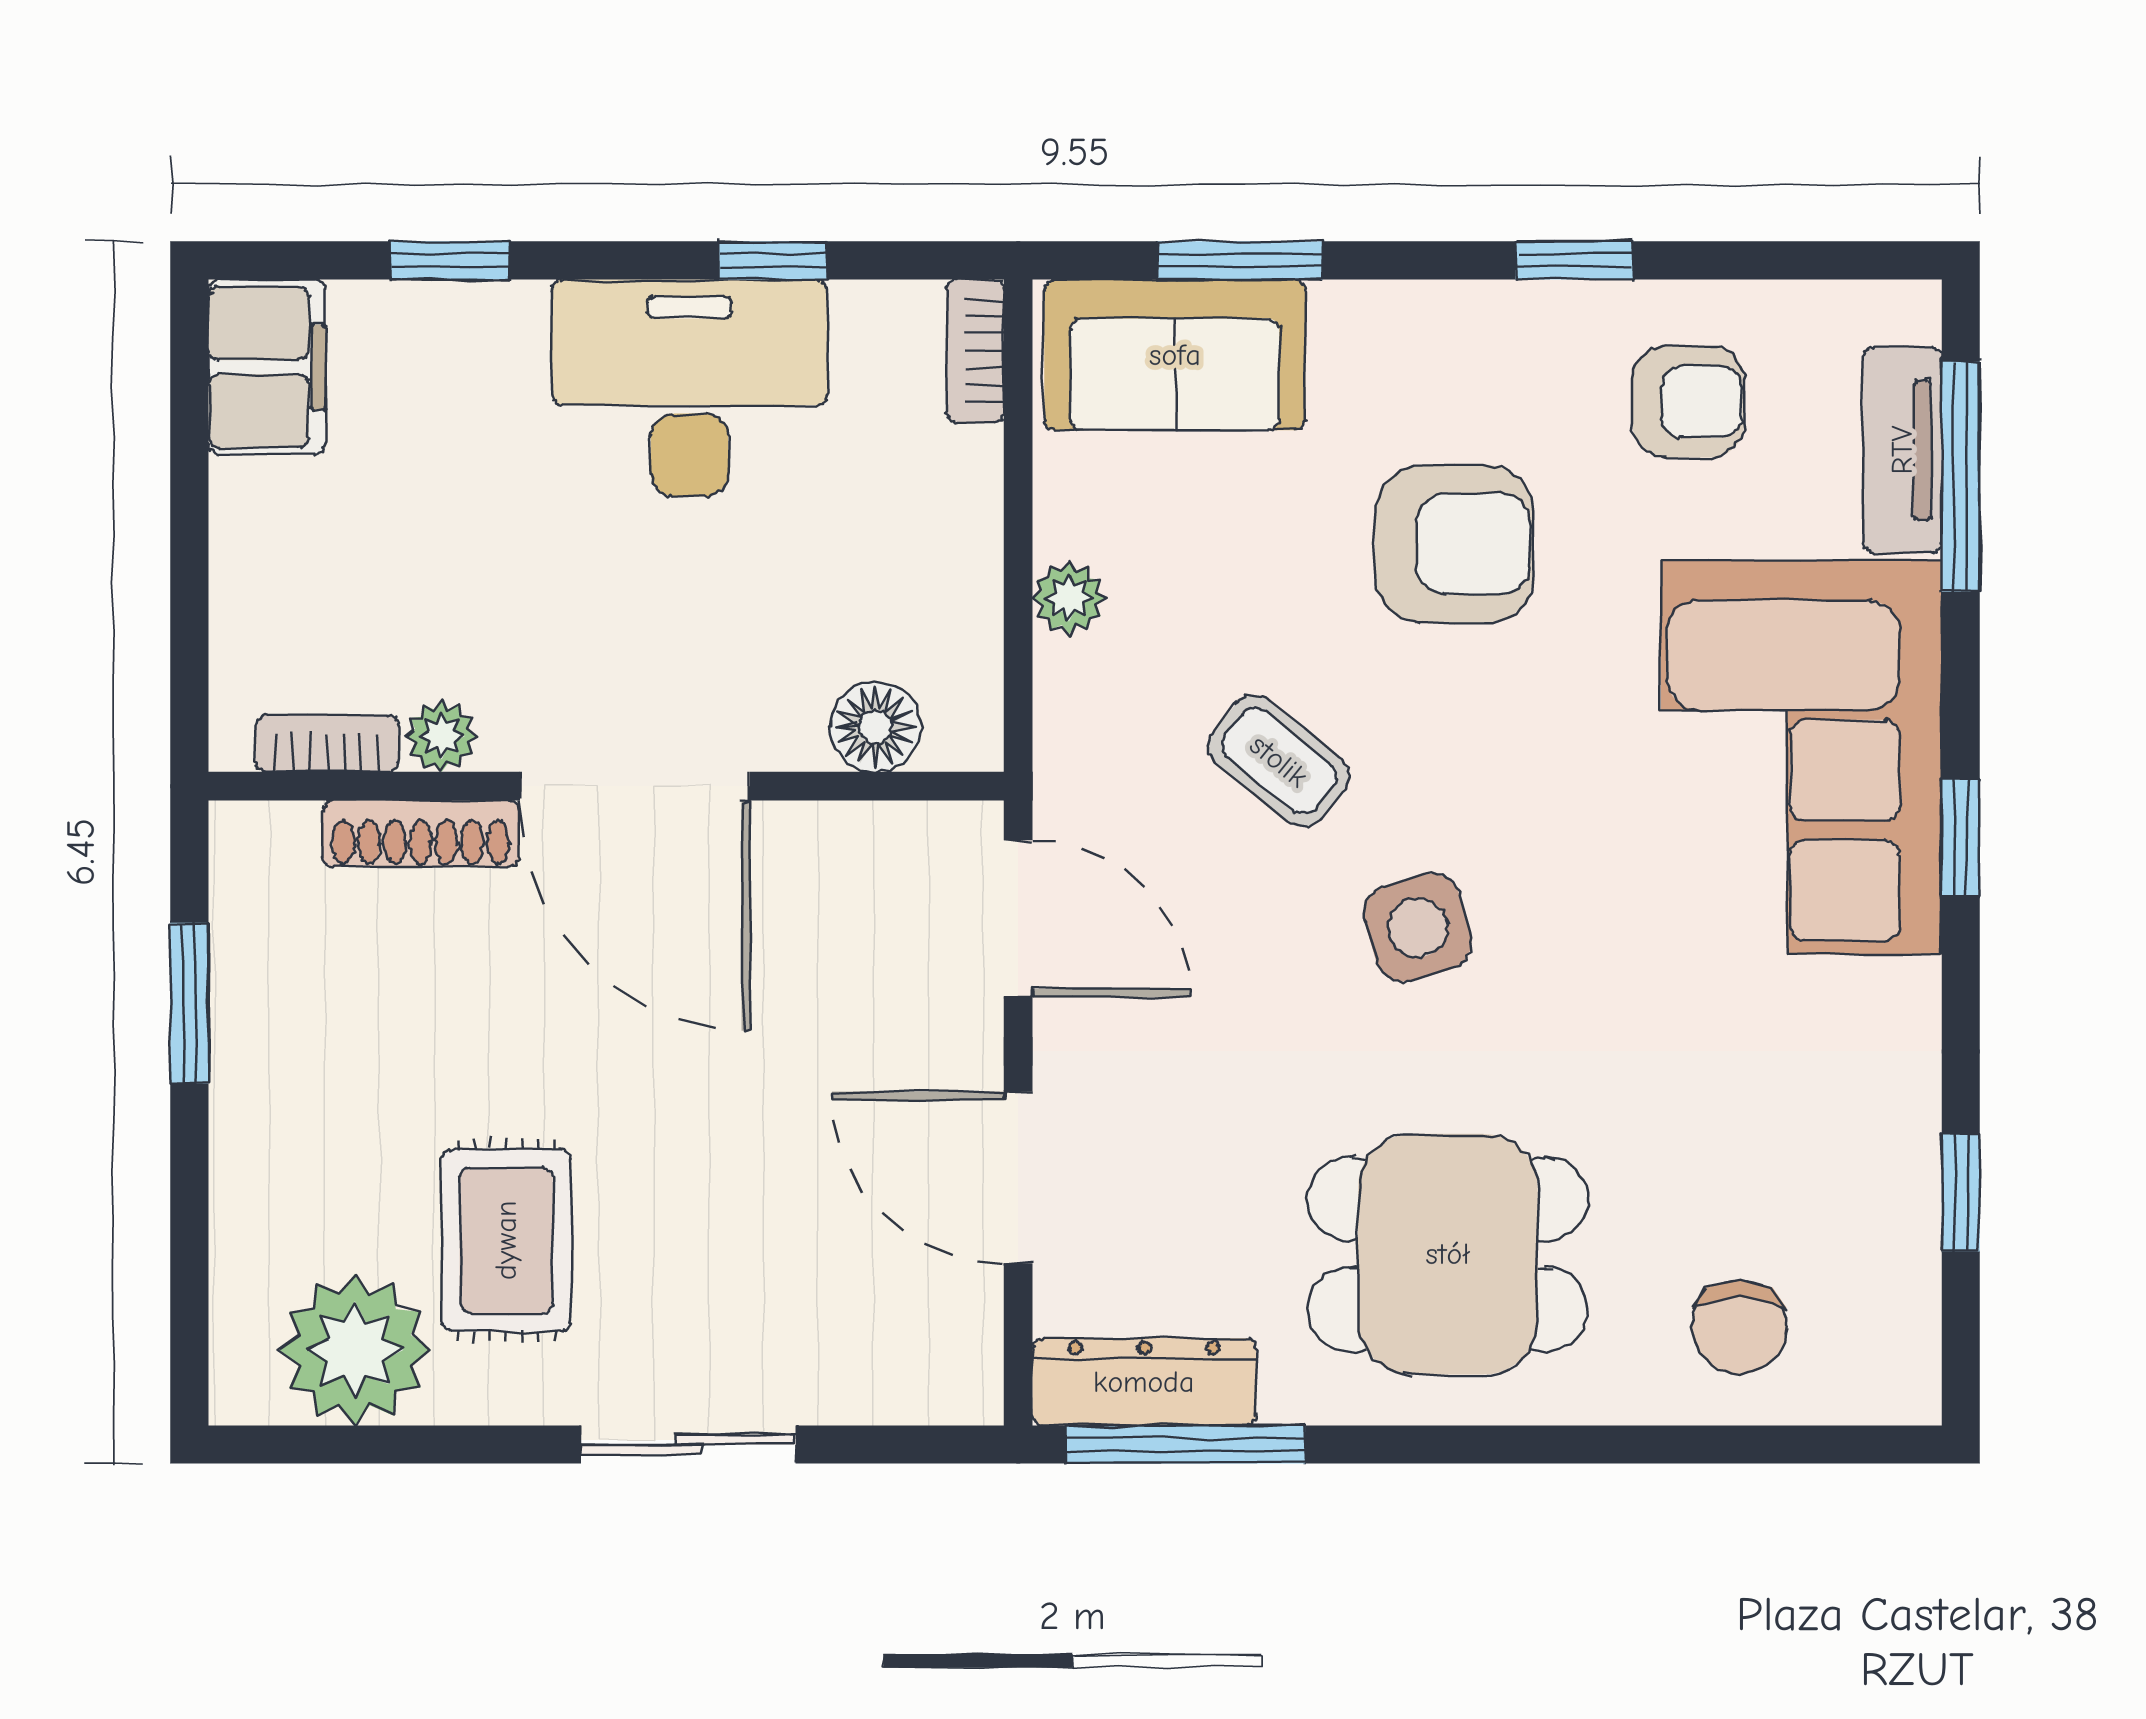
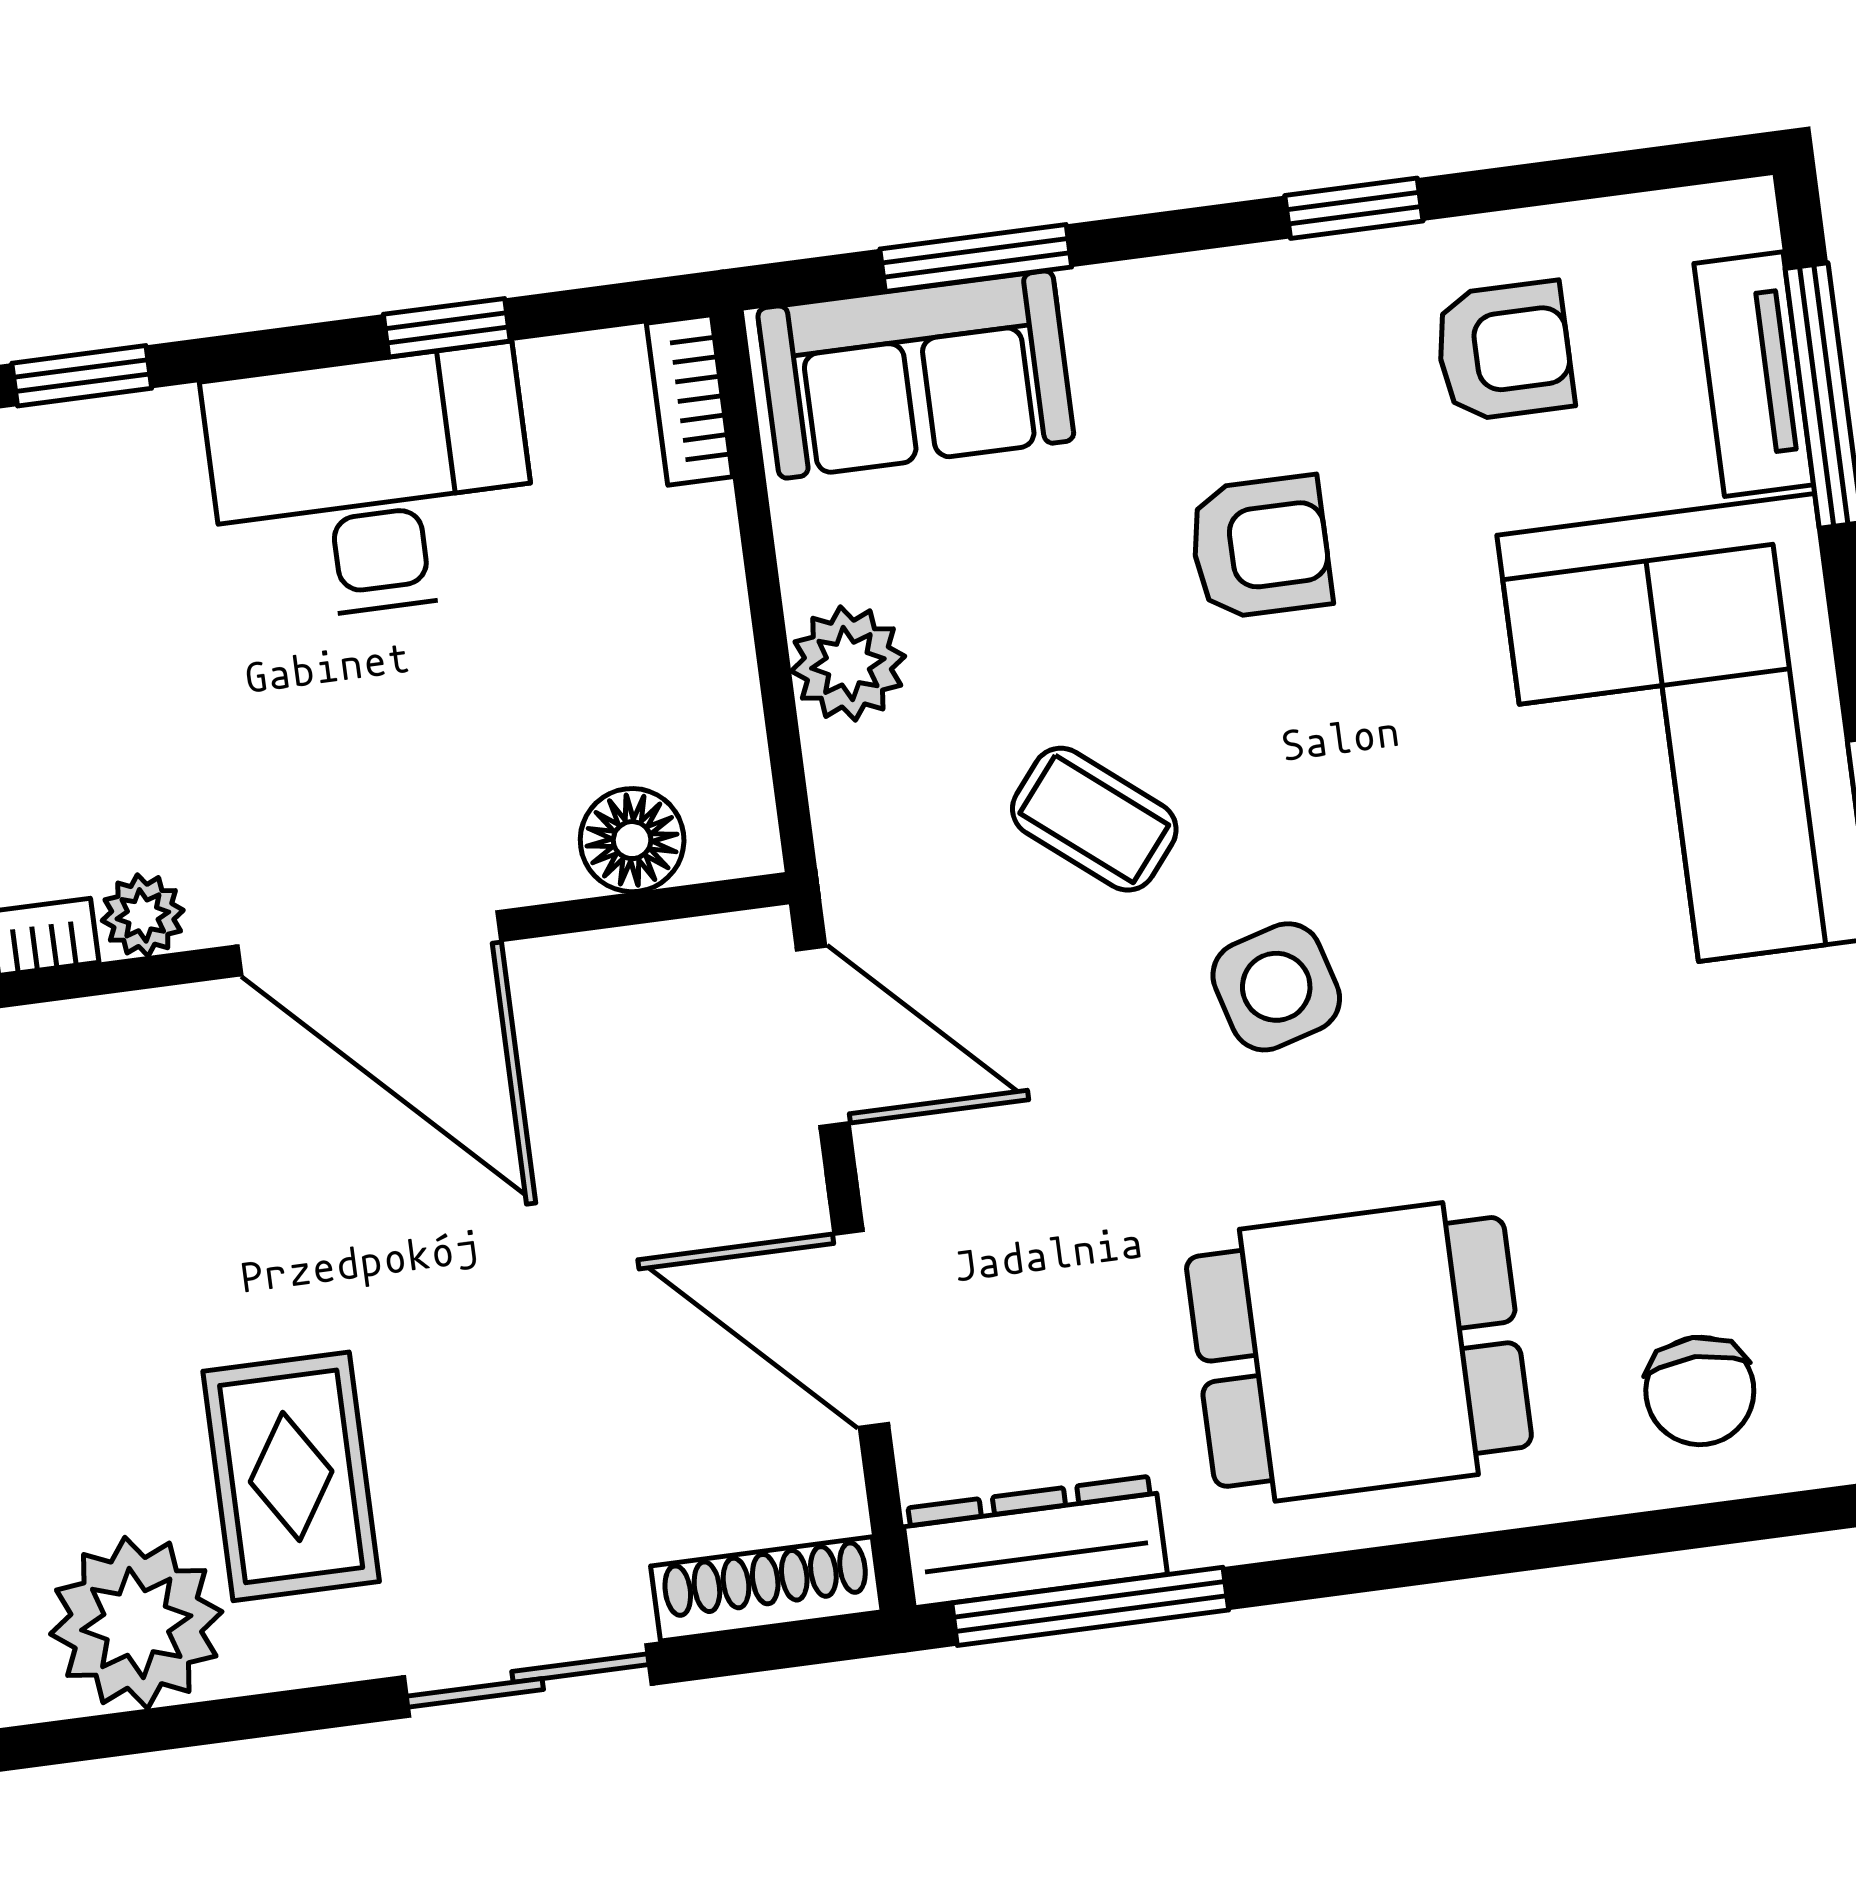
armchair: (1454, 544) -> (1260, 547), width x0.72, depth x0.72
plant: (1069, 598) -> (848, 664), width x1.38, depth x1.38
shoe rack: (421, 834) -> (766, 1589), moved, turned 180

